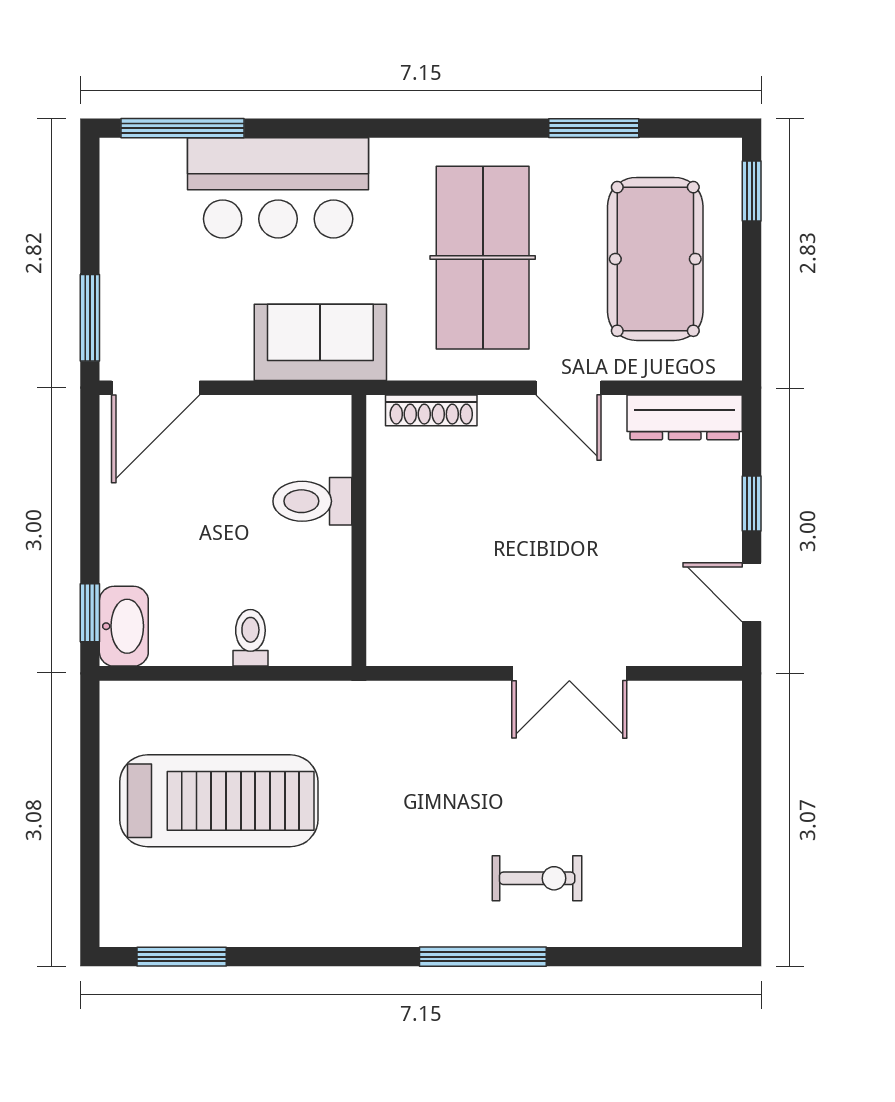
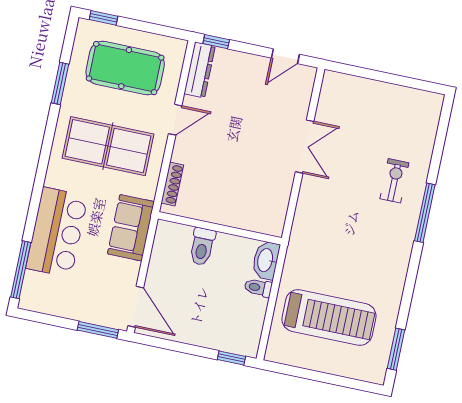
window: (752, 504) -> (216, 42), moved
washbasin: (124, 626) -> (266, 260), moved, turned -90
treadmill: (219, 801) -> (329, 318), turned 90

